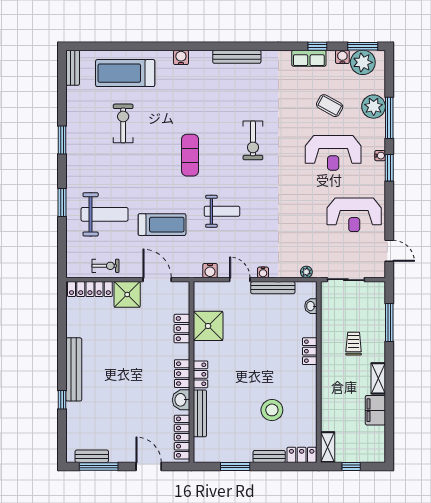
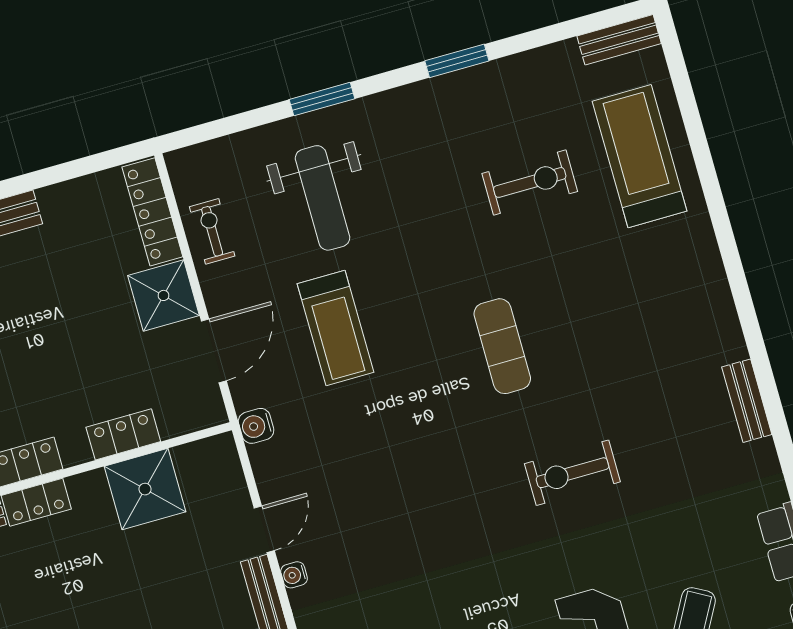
water cooler: (181, 57) -> (707, 267), removed
bench: (237, 57) -> (747, 401), width x0.73
exercise mat: (190, 155) -> (502, 346), turned 90
weight bench: (222, 211) -> (401, 449), removed
exercise bike: (105, 266) -> (212, 231), turned 180
water cooler: (210, 271) -> (256, 426), moved

